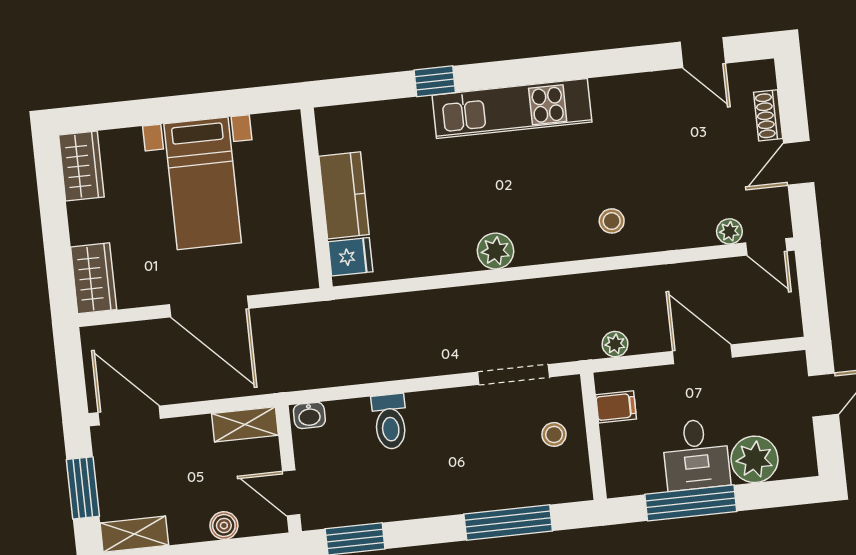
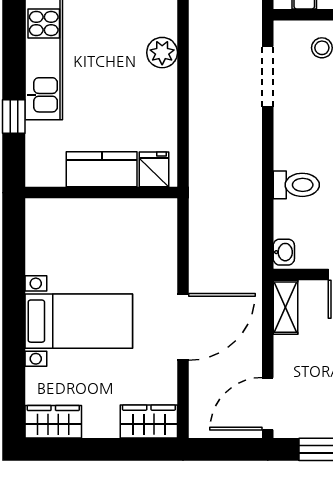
kitchen counter: (344, 195) -> (102, 169), moved
wall: (317, 198) -> (101, 193), moved
plant: (495, 251) -> (162, 53), moved
fridge: (350, 257) -> (154, 169), moved

